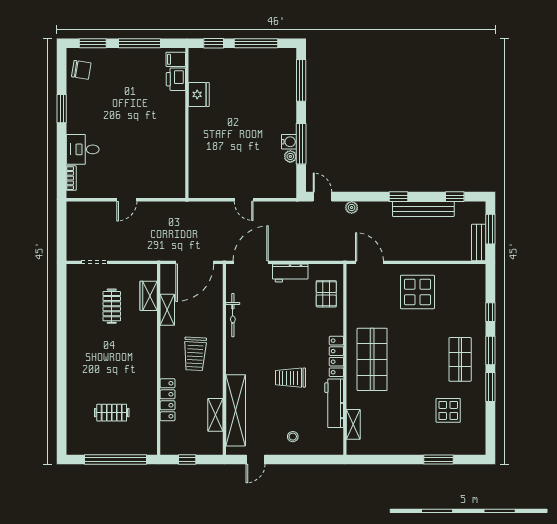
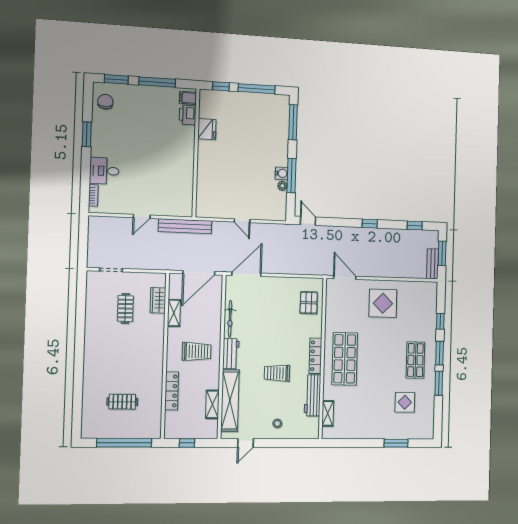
chair: (81, 70) -> (105, 102), turned -99
plant: (352, 208) -> (332, 231), removed
bench: (423, 209) -> (185, 226), moved
workbench: (290, 273) -> (231, 354), moved, turned -90
trolley: (195, 354) -> (197, 351), turned -93

